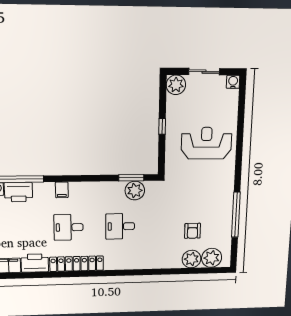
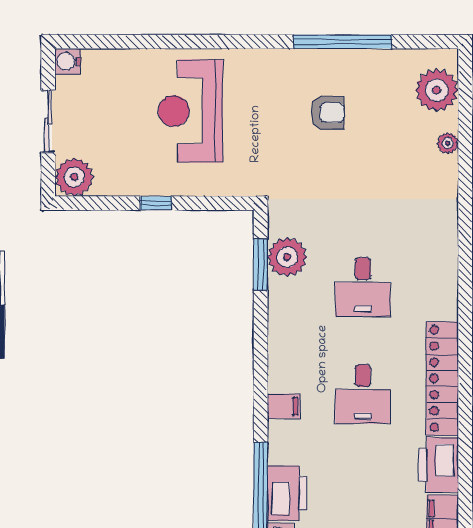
armchair: (193, 231) -> (327, 113), moved
plant: (191, 259) -> (448, 143), width x0.53, depth x0.53

